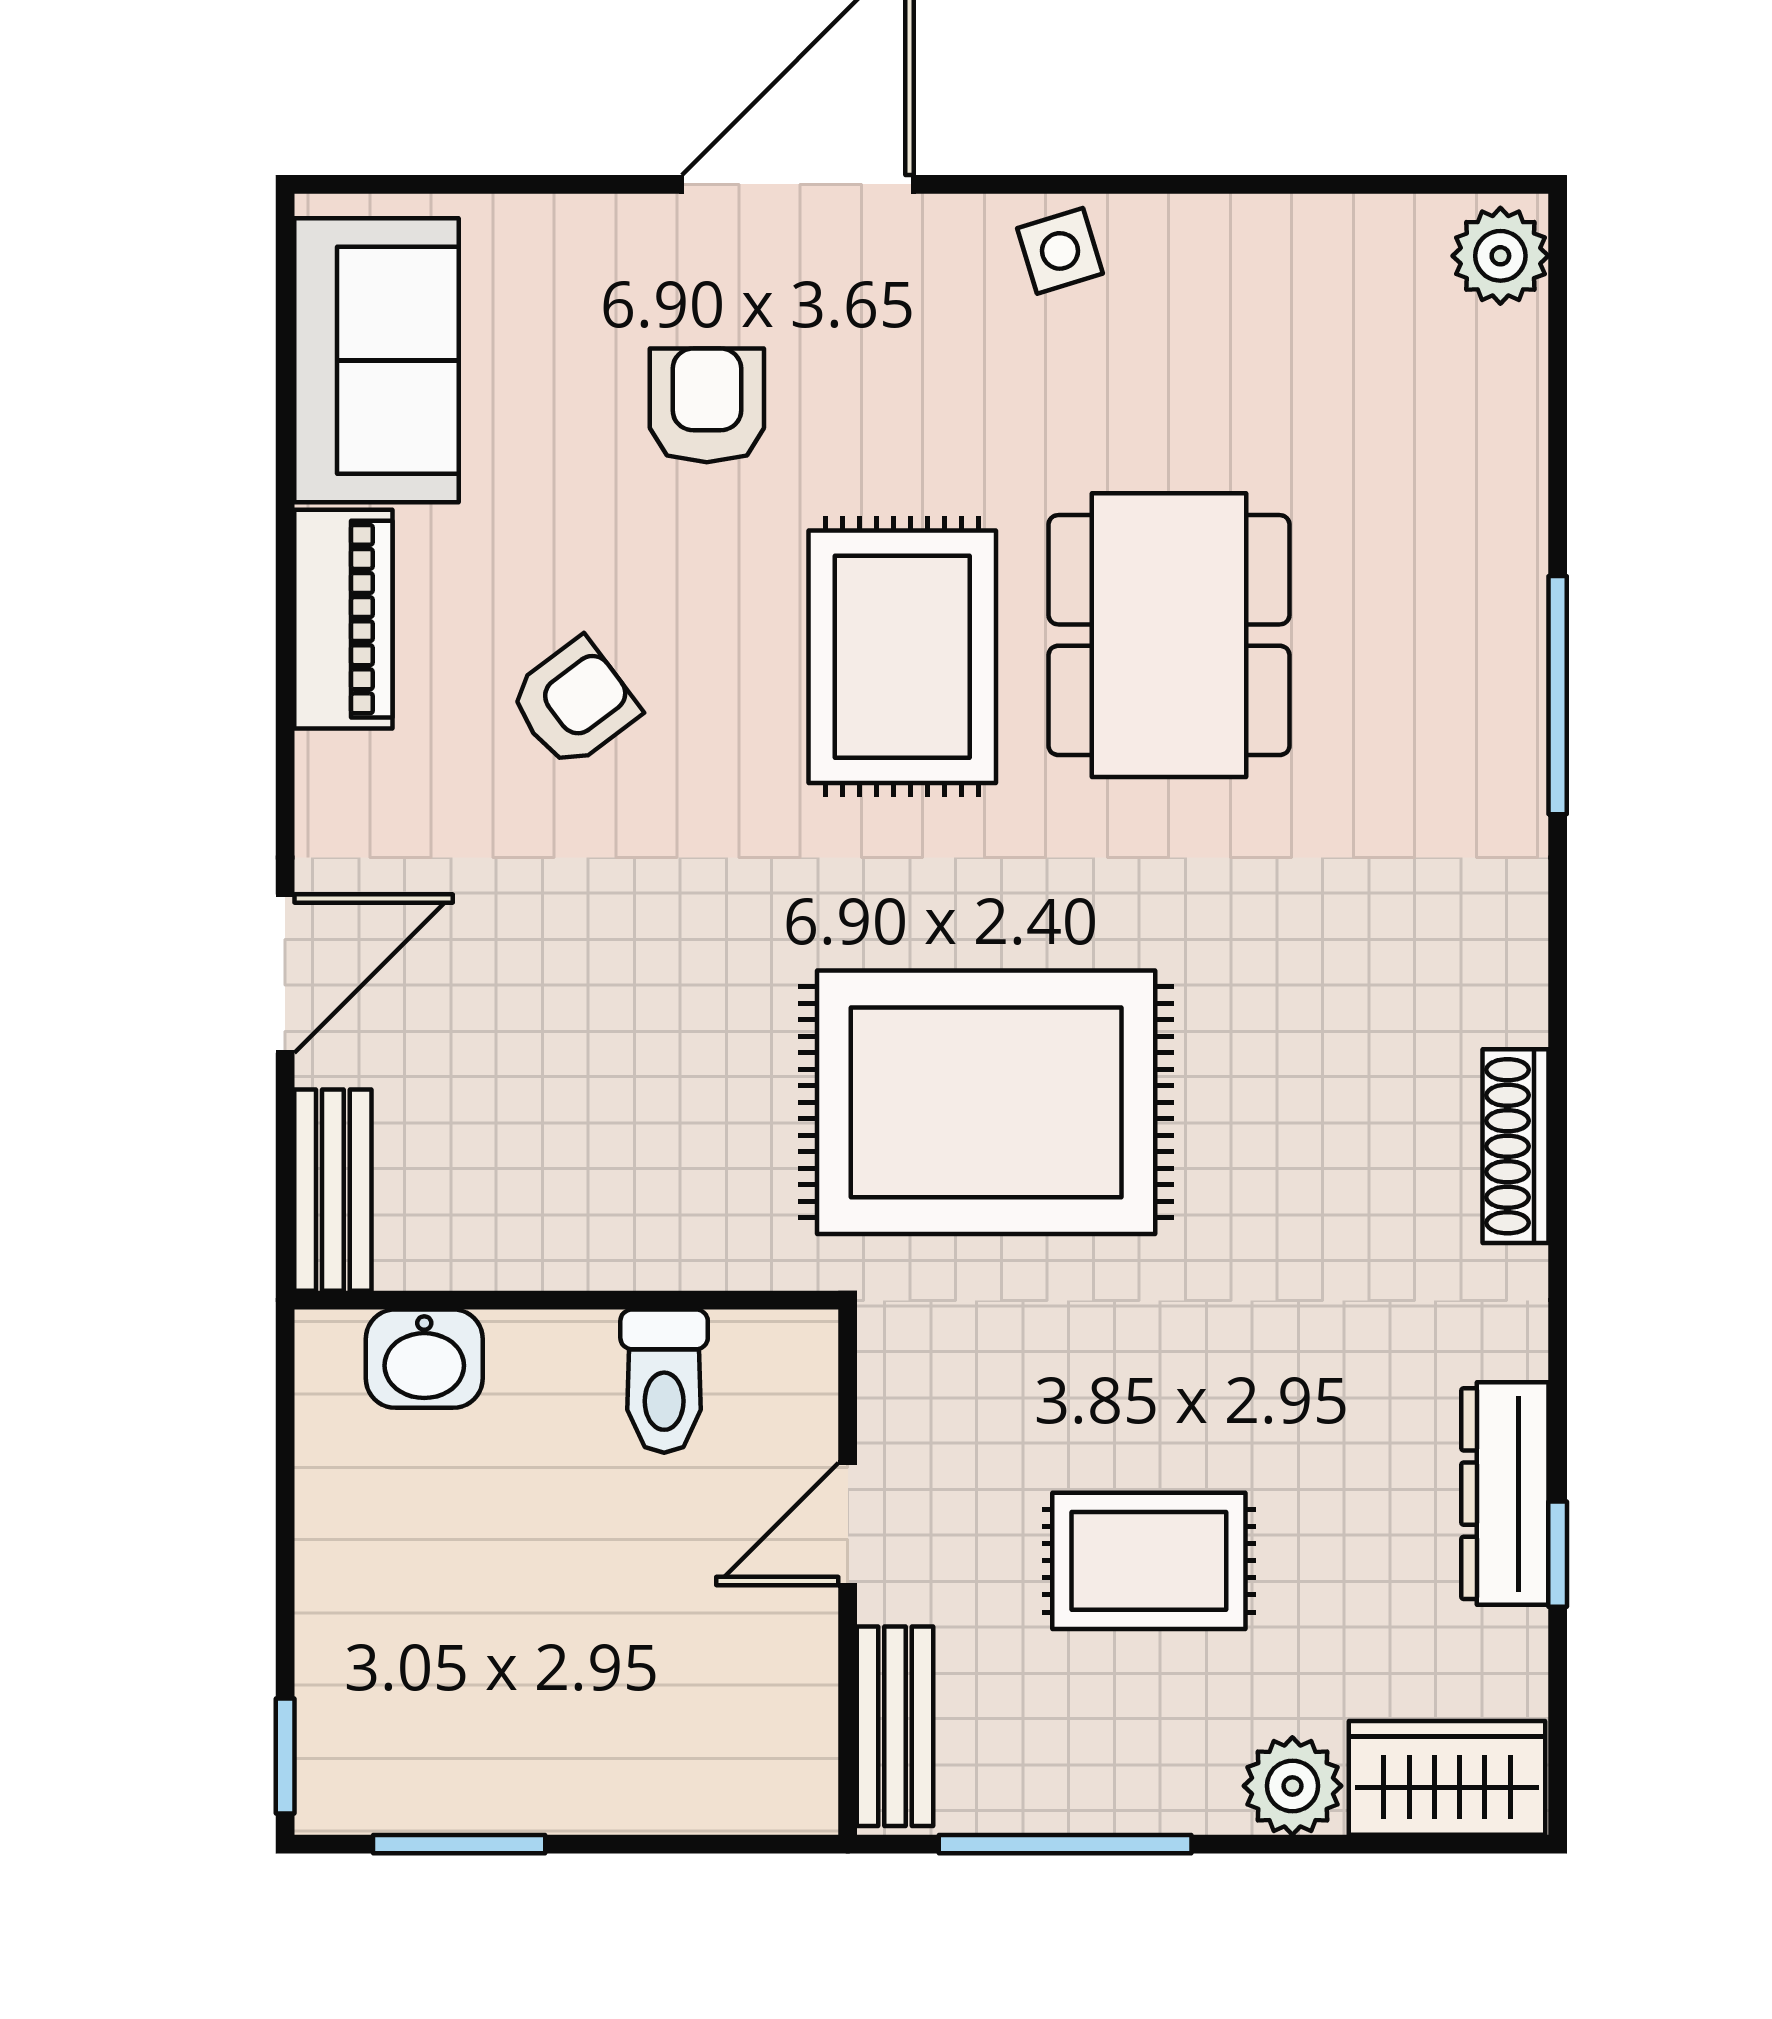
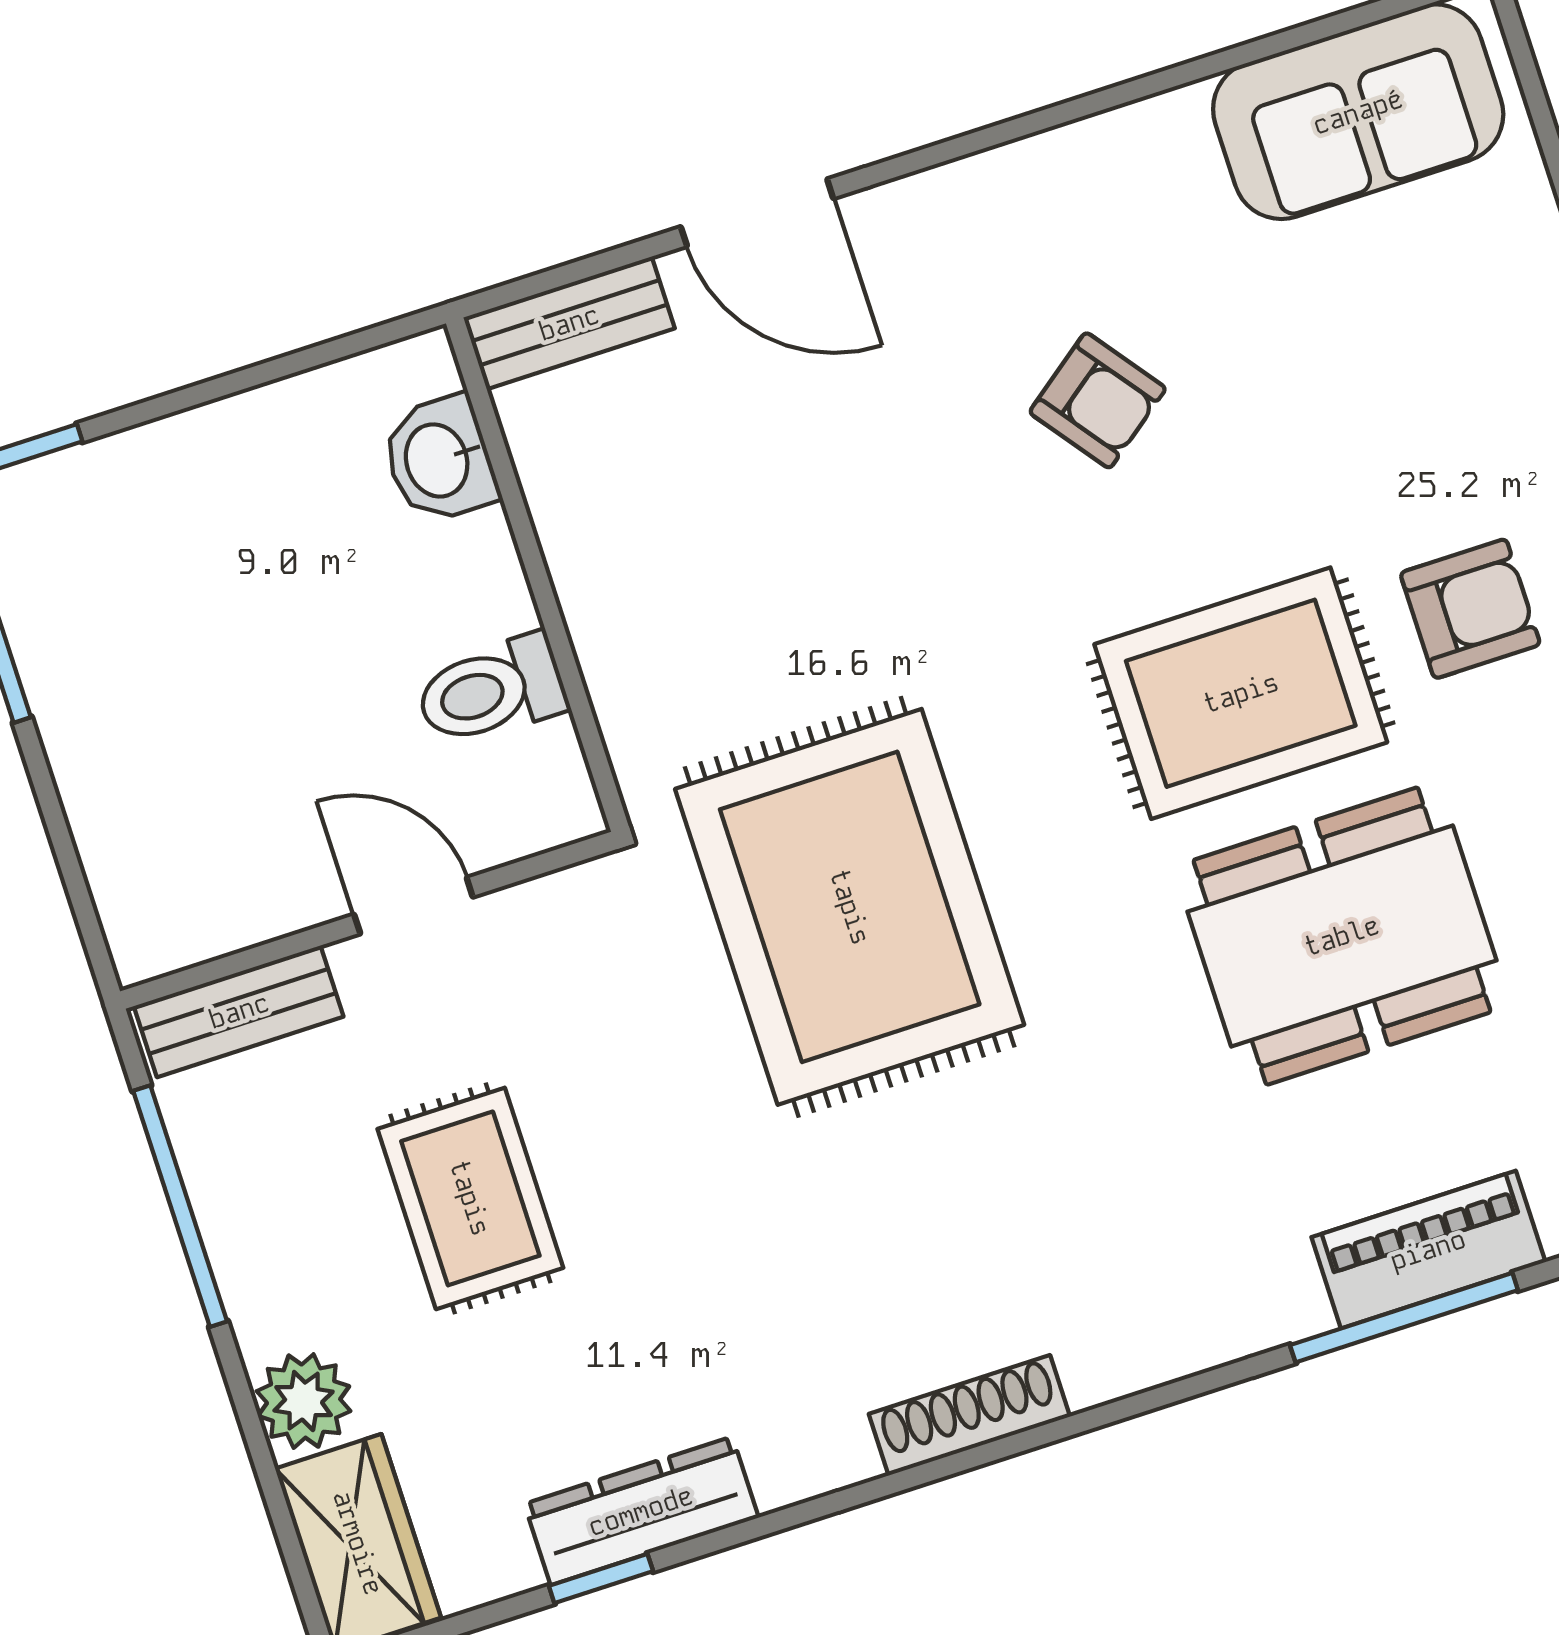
armchair: (707, 405) -> (1470, 609), moved
piano: (343, 619) -> (1428, 1250), moved, turned 180

